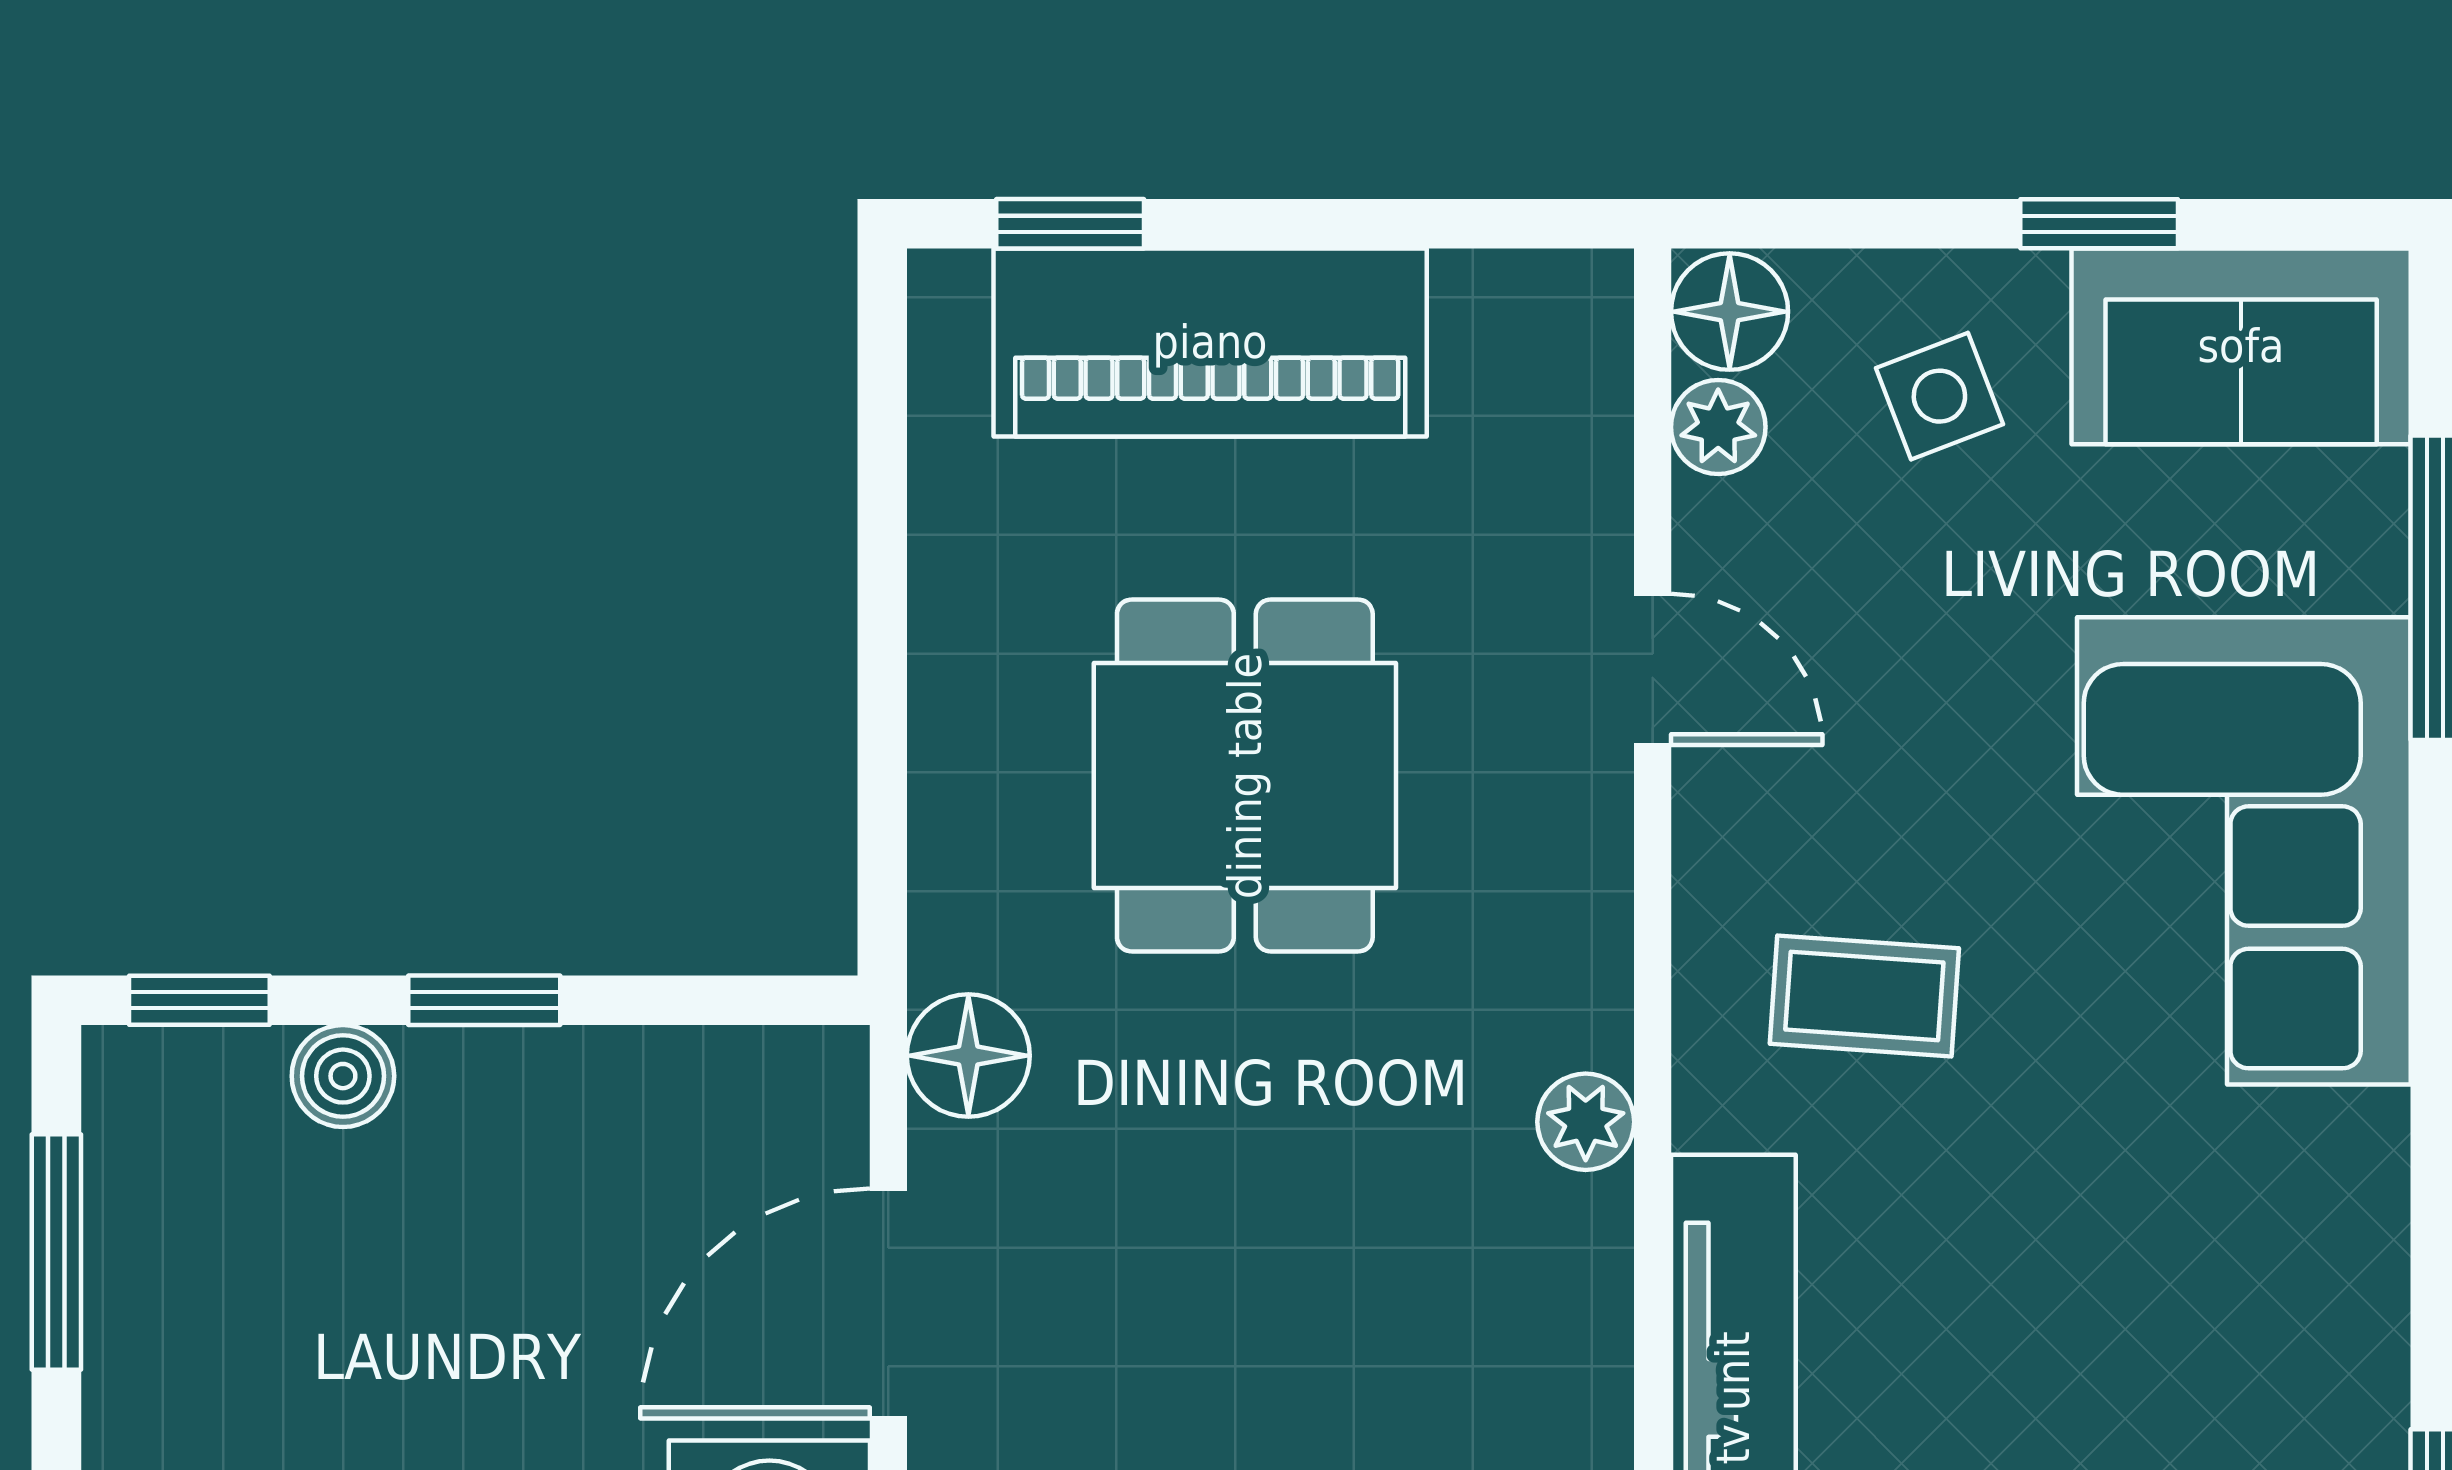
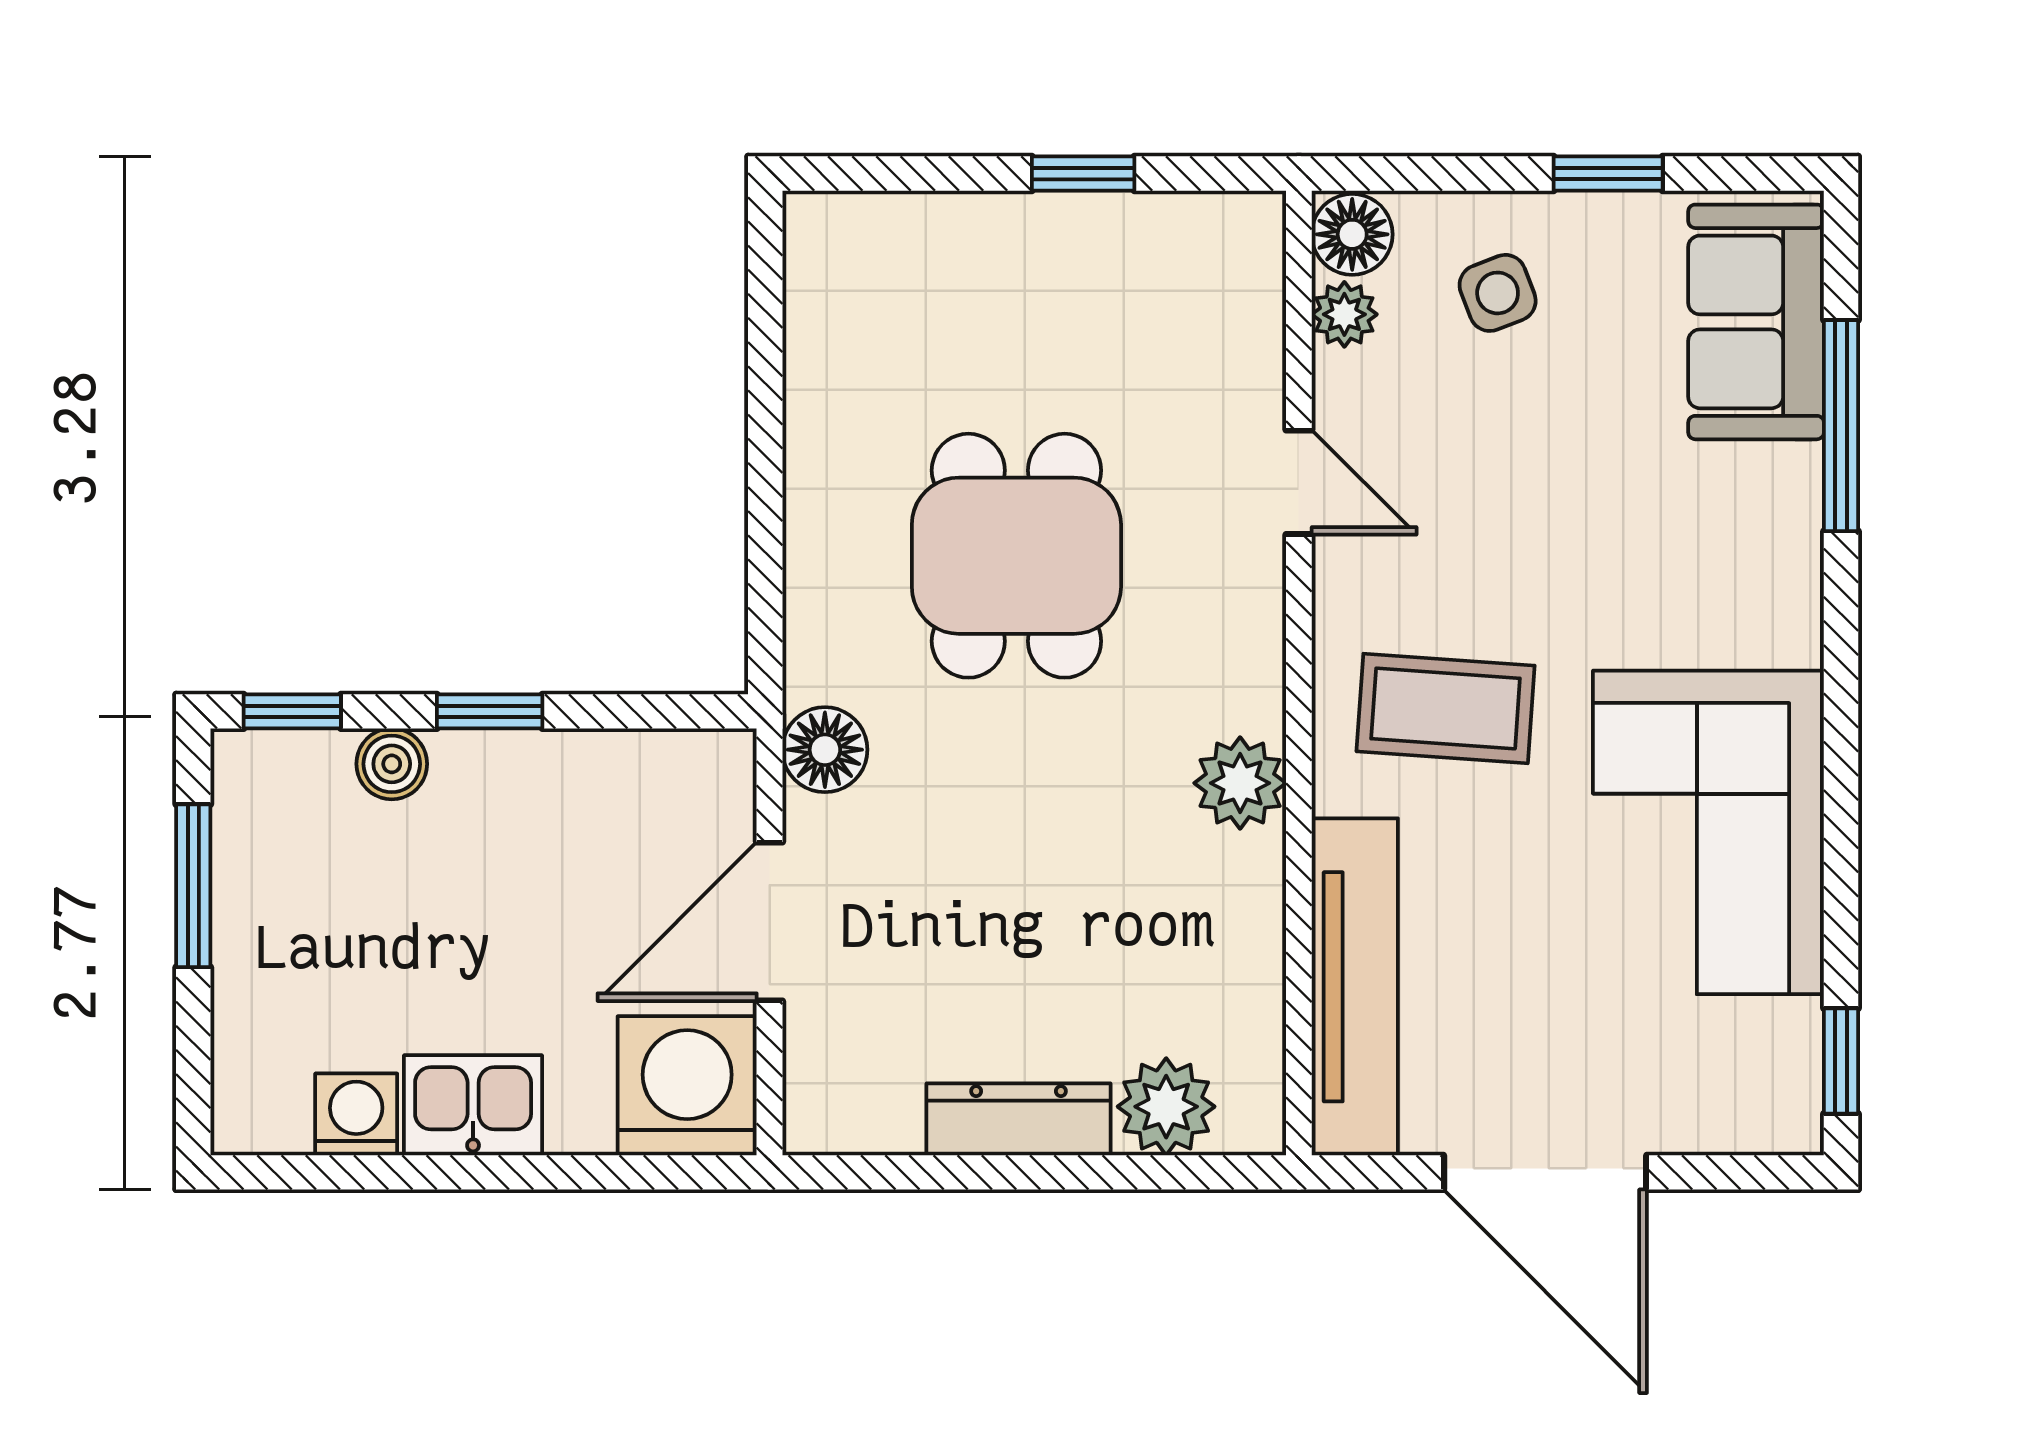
window: (1070, 224) -> (1083, 174), moved
piano: (1210, 342) -> (992, 256), removed
sofa: (2241, 346) -> (1756, 322), moved, turned 90
corner sofa: (2244, 851) -> (1708, 832), moved
coffee table: (1864, 996) -> (1446, 708), width x1.36, depth x1.30
plant: (1586, 1122) -> (1240, 783), width x1.38, depth x1.38

